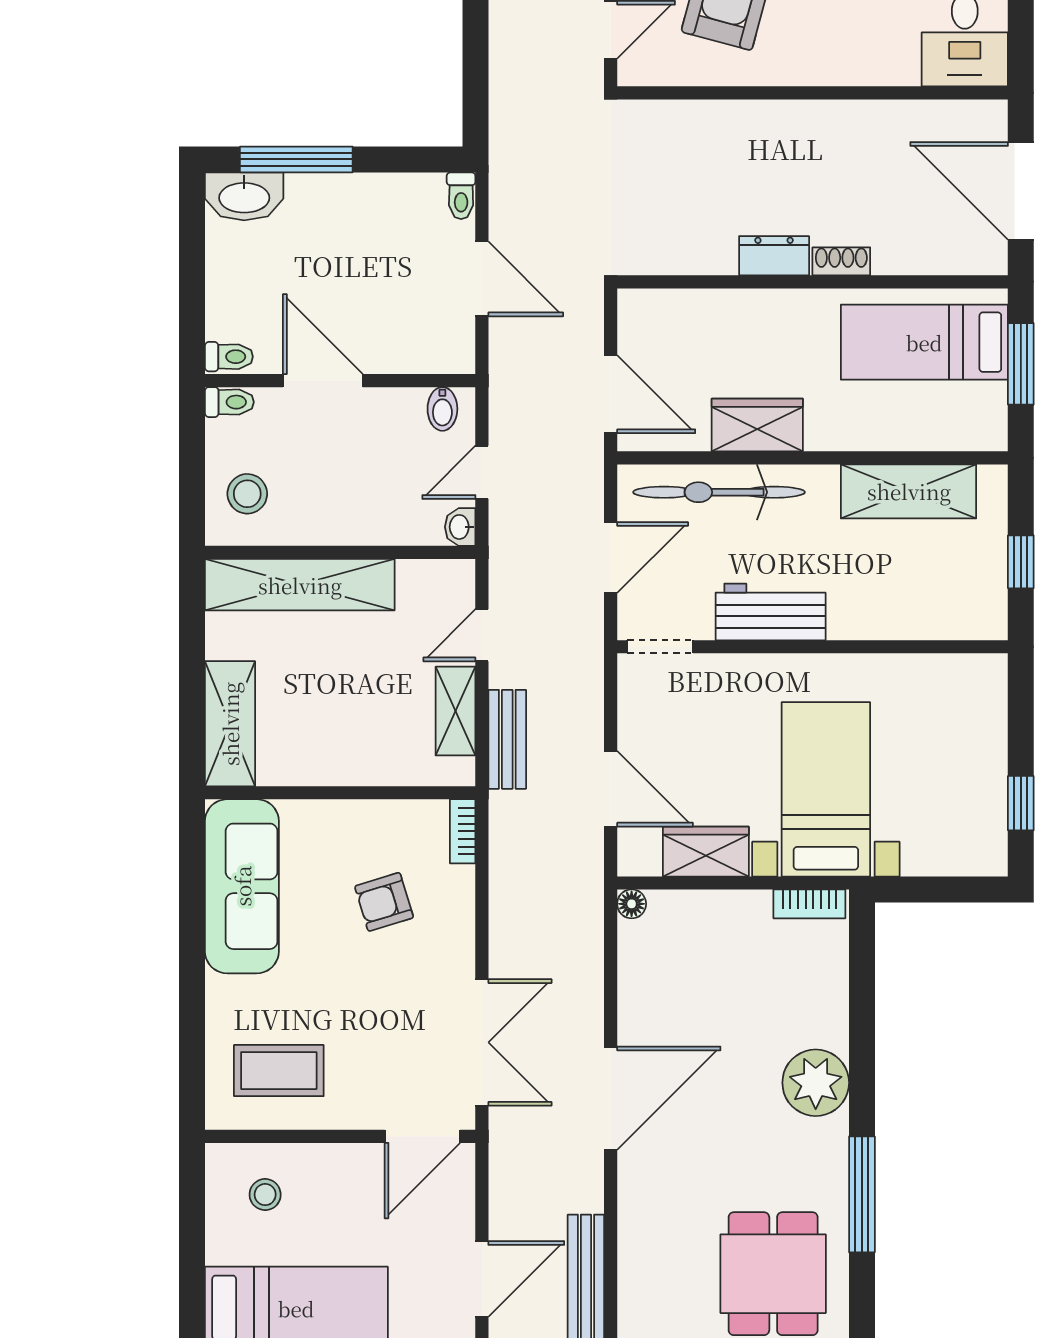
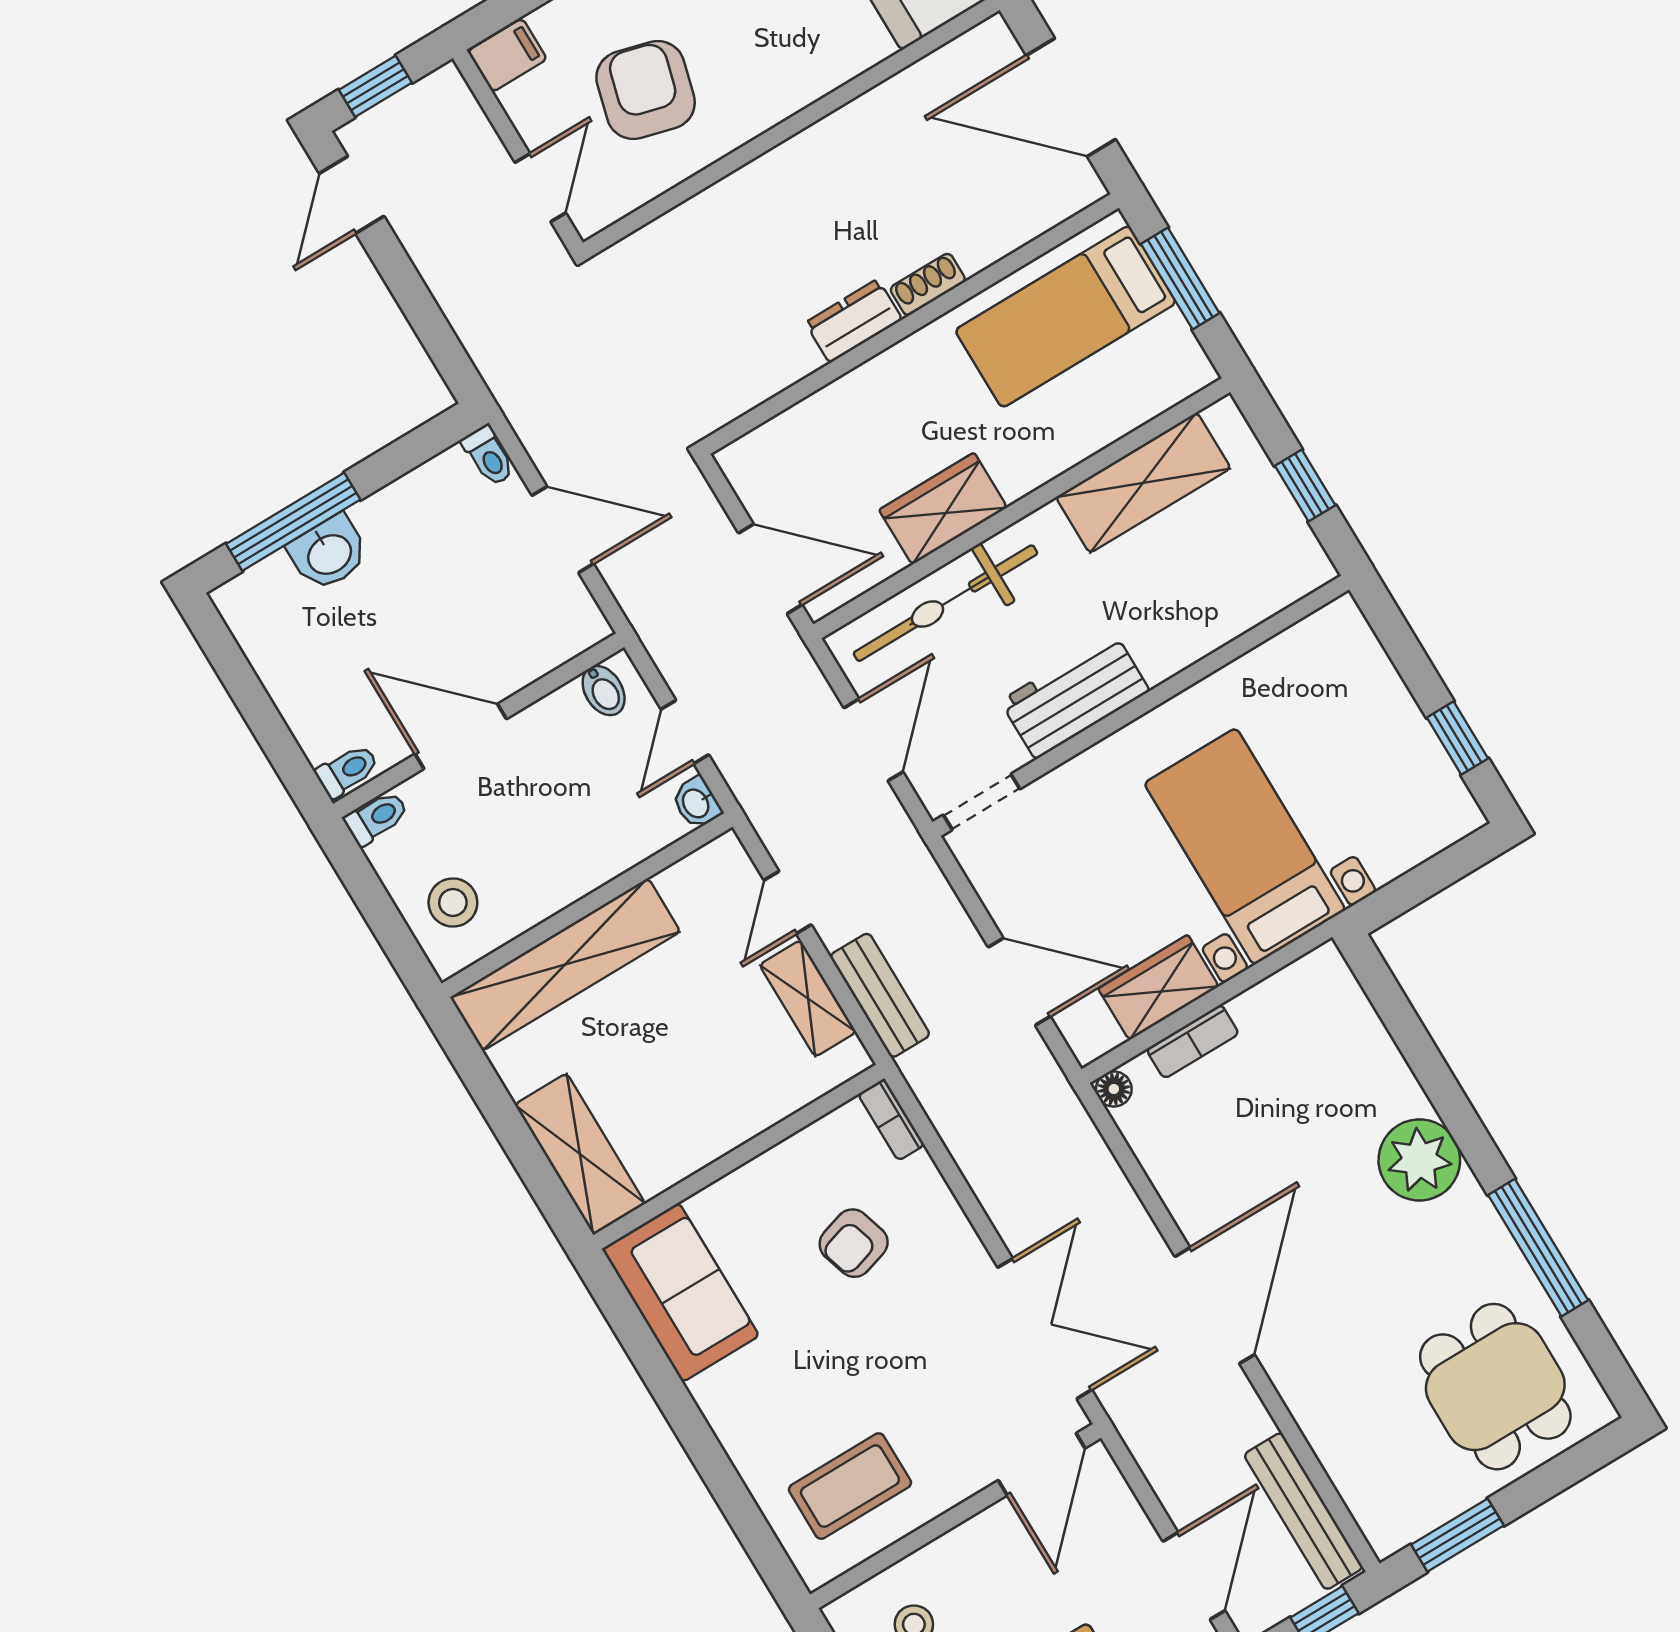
washbasin: (244, 196) -> (329, 553), moved, width x0.72
sofa: (242, 886) -> (680, 1292), width x0.73
bookcase: (809, 904) -> (1193, 1041), moved

